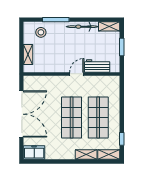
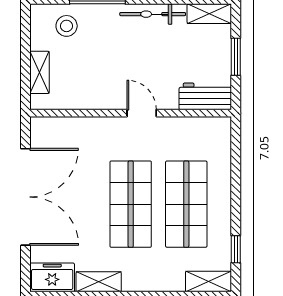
workbench: (97, 66) -> (205, 96), moved
door: (77, 74) -> (142, 113), hinge flipped
shelving: (86, 155) -> (99, 282), moved

